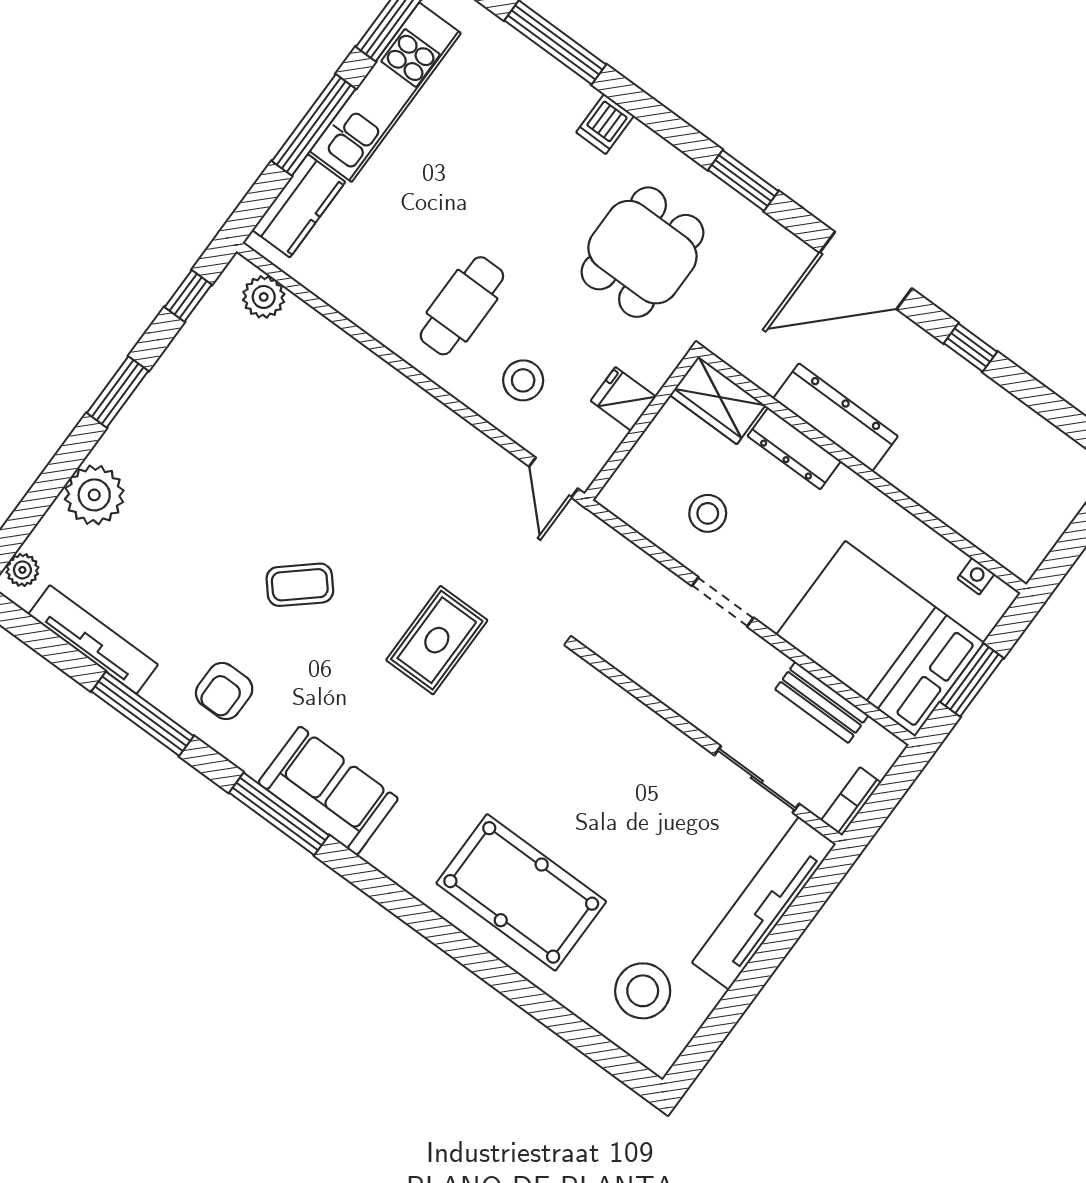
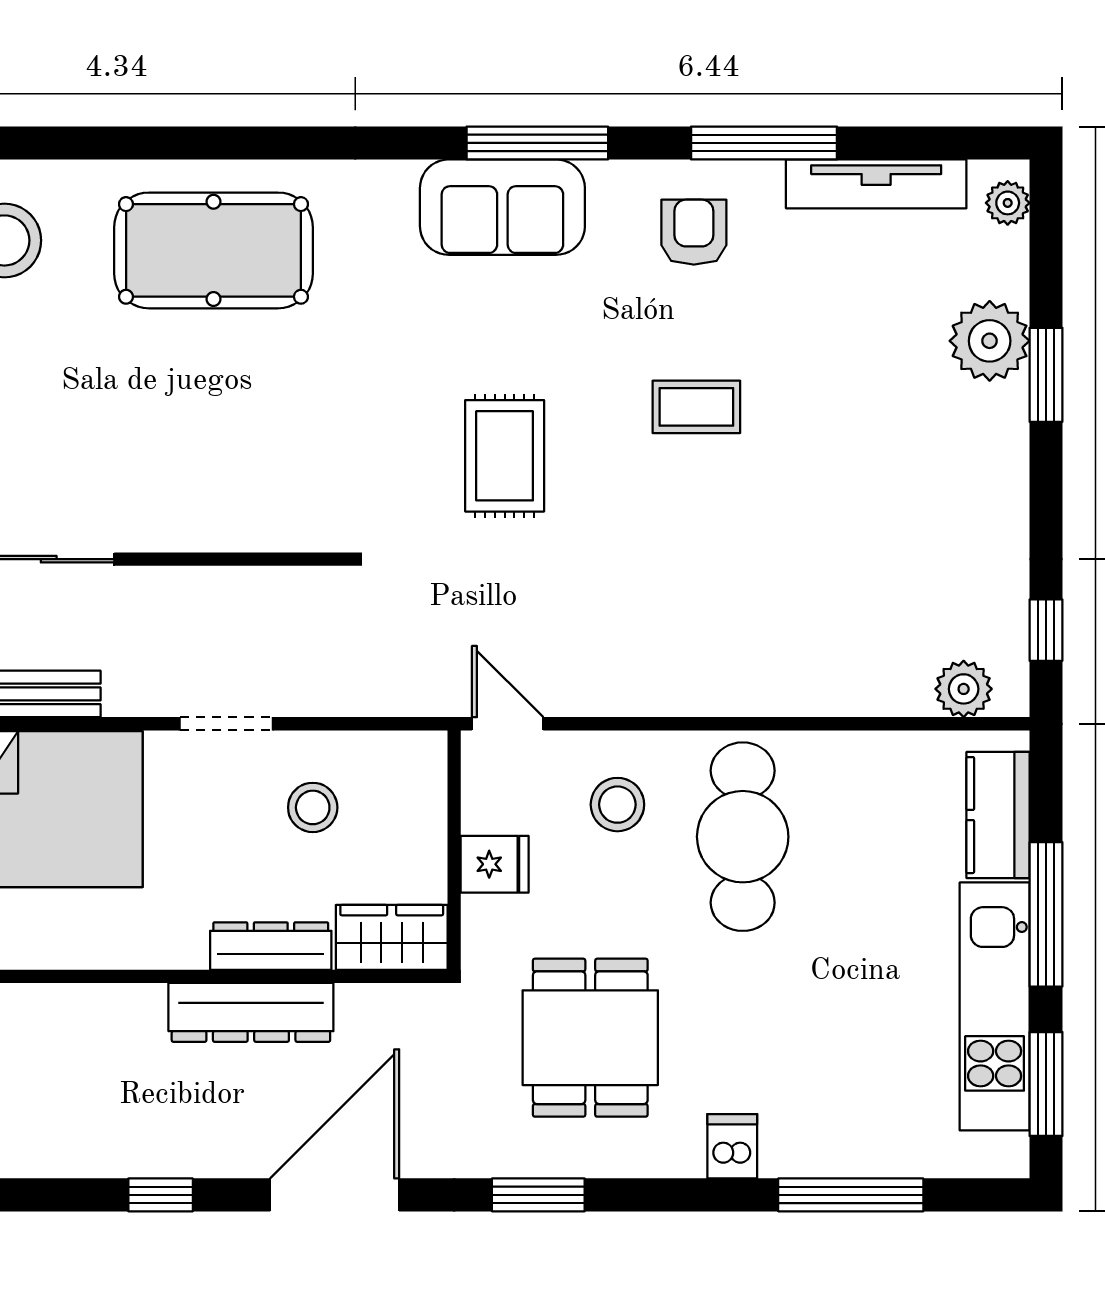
cafe table: (462, 306) -> (743, 837), width x1.37, depth x1.35
window: (118, 392) -> (1046, 375), moved
coffee table: (300, 585) -> (696, 407), turned 41

